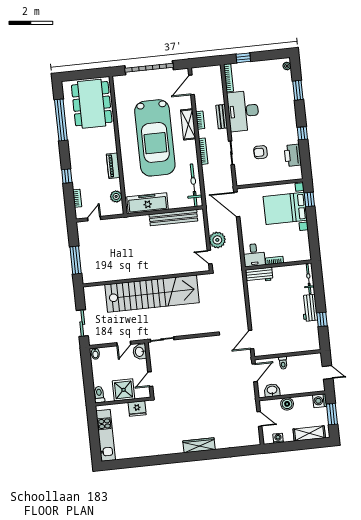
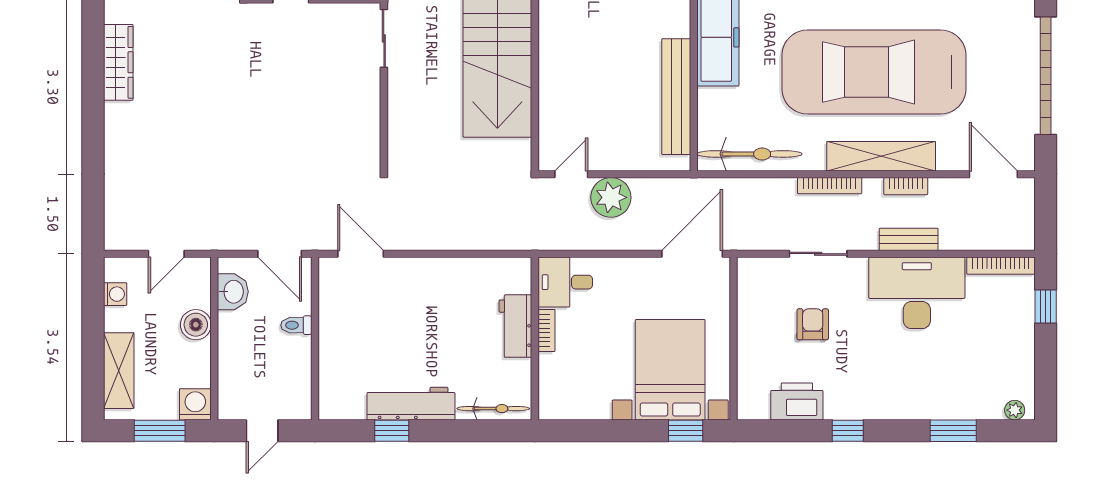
shelving: (188, 124) -> (881, 156), width x1.47
workbench: (259, 275) -> (515, 326), moved
workbench: (310, 308) -> (411, 404), width x1.38
wardrobe: (199, 445) -> (118, 62), moved

